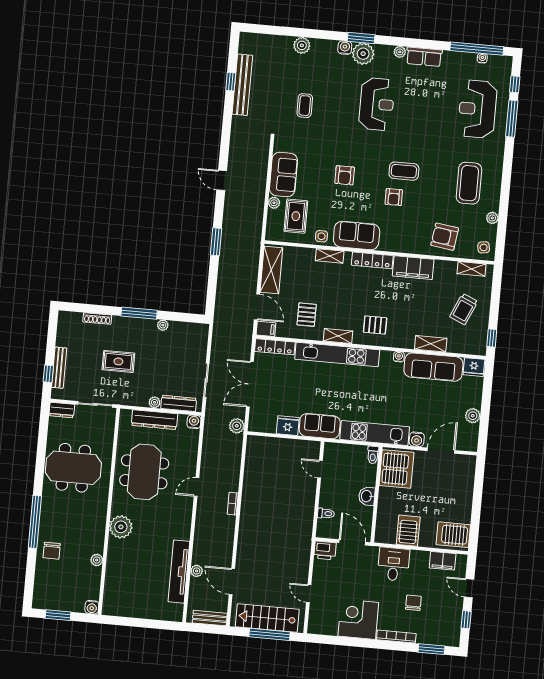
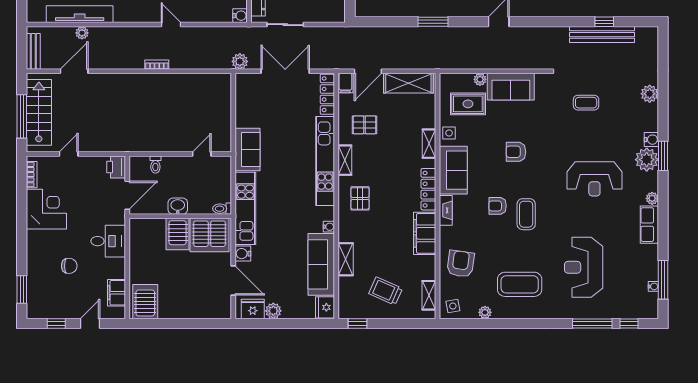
window: (477, 49) -> (663, 280), width x0.68
reception desk: (477, 109) -> (584, 267), moved, turned -90
fireplace: (394, 246) -> (446, 210), added
fridge: (288, 426) -> (253, 309), moved, turned -90
server rack: (408, 531) -> (178, 234), moved, turned 90
bookcase: (396, 637) -> (32, 175), moved, width x0.64

